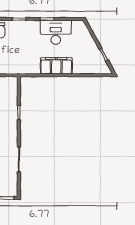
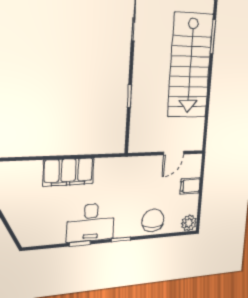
desk: (56, 32) -> (91, 223), moved

